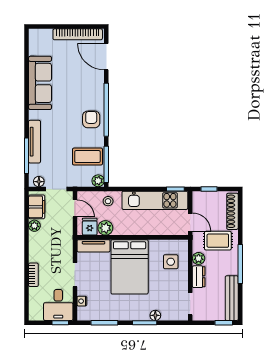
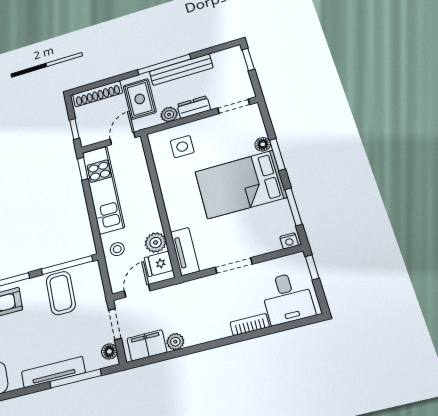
plant: (98, 181) -> (92, 270), removed
bed: (130, 267) -> (240, 185), moved, turned 180
bench: (232, 298) -> (181, 70), moved
nightstand: (82, 301) -> (289, 241), moved
desk: (58, 305) -> (287, 298), moved, turned 90

